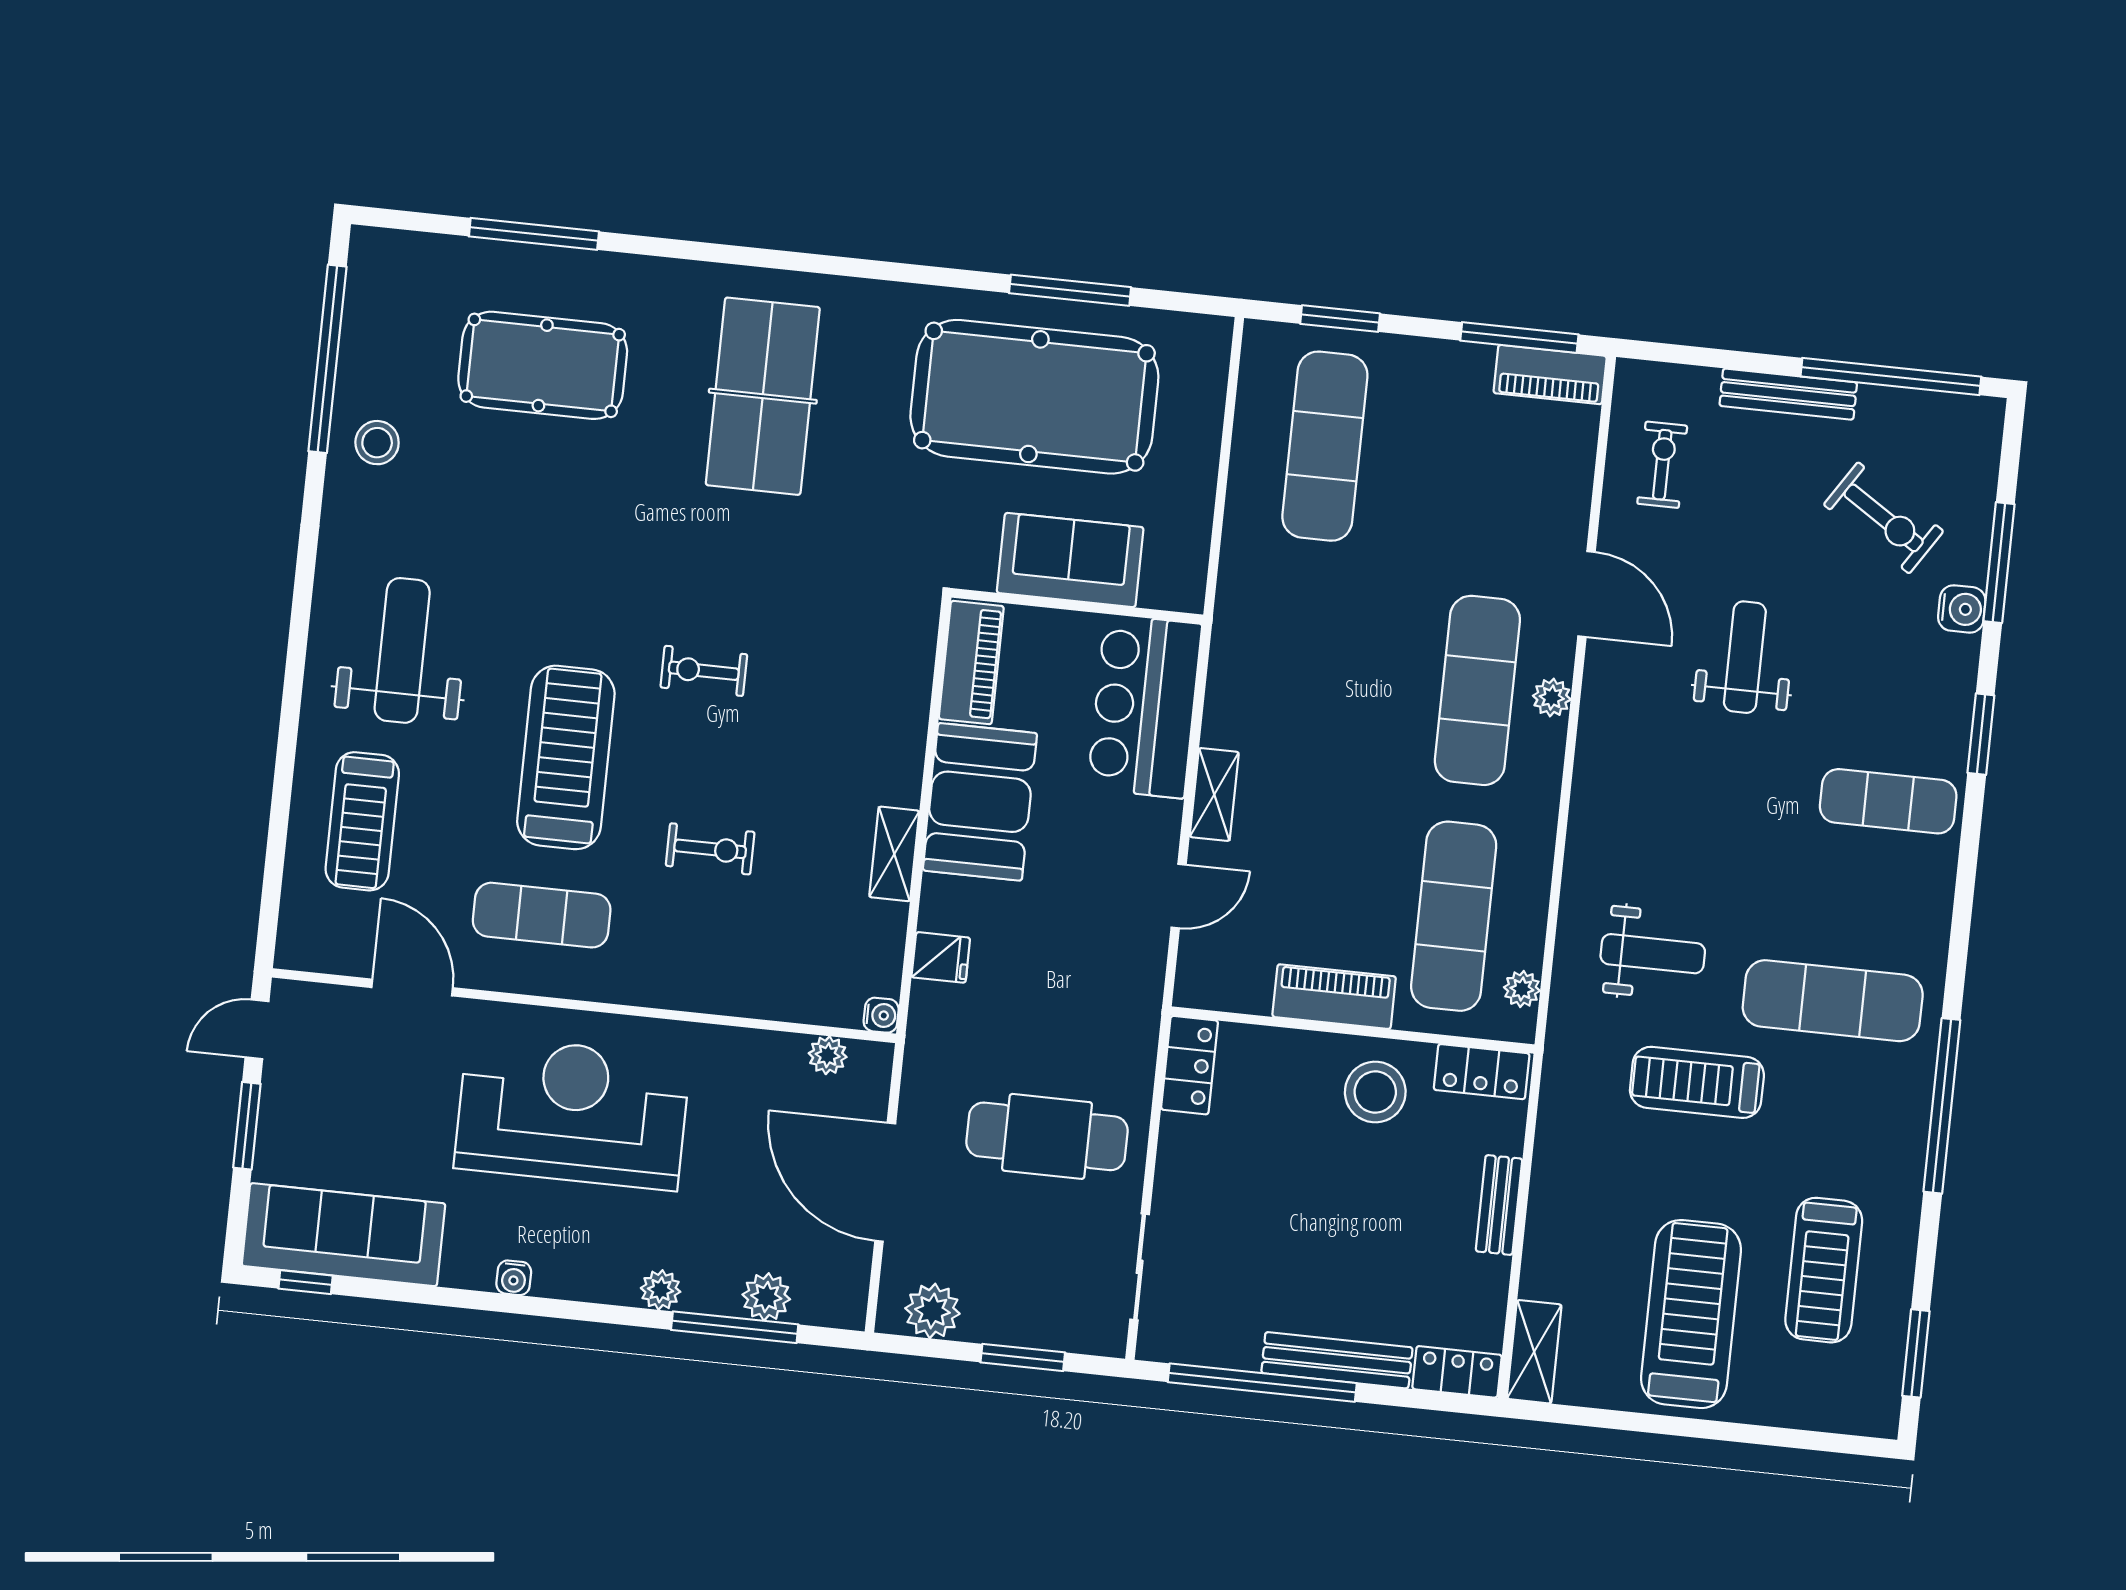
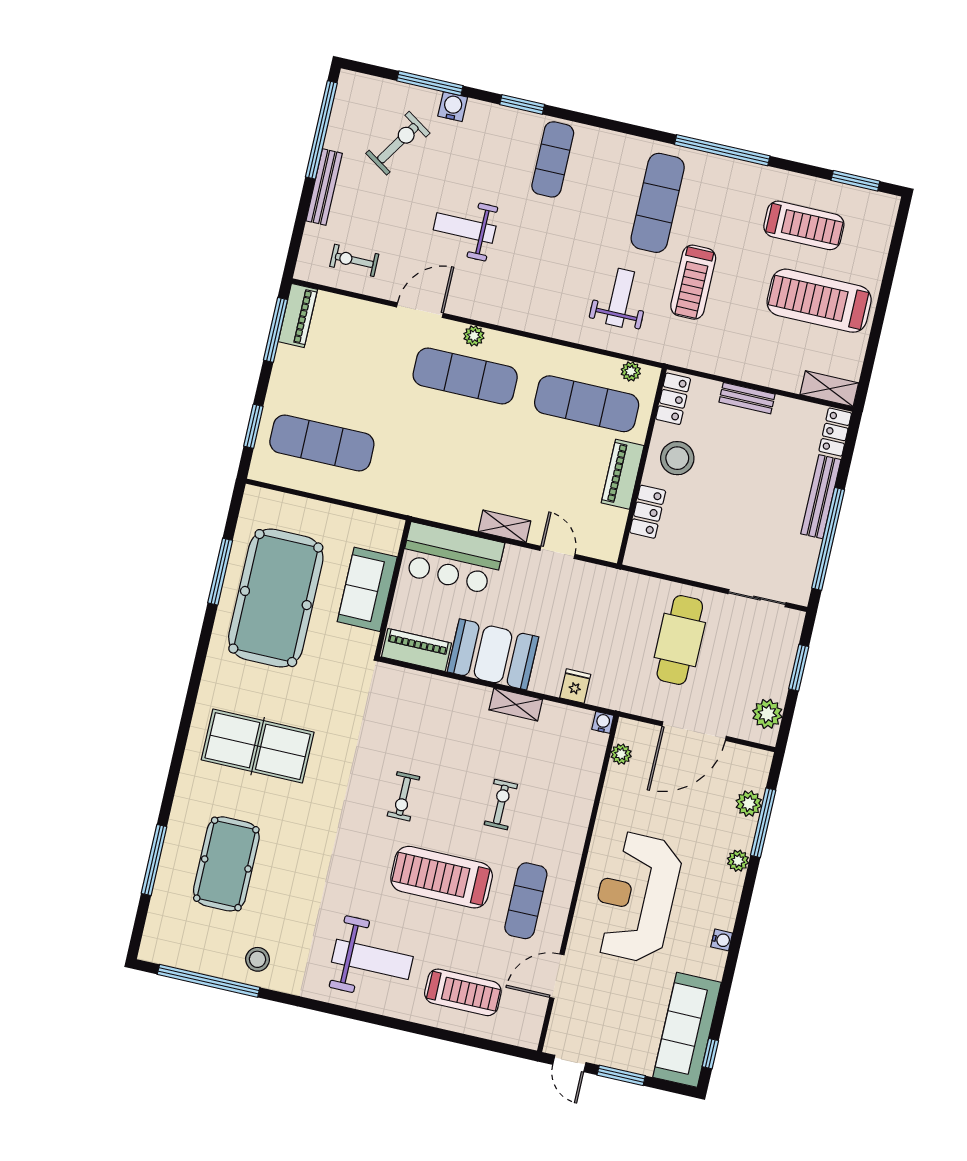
weight bench: (402, 650) -> (372, 959), turned 180
locker: (1190, 1065) -> (648, 512), moved, turned 90

